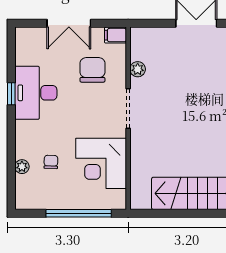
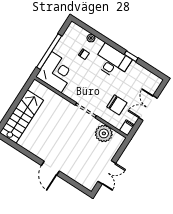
plant: (138, 69) -> (104, 133), width x1.88, depth x1.88
desk: (36, 93) -> (112, 62), moved
corner desk: (101, 163) -> (56, 72), moved, turned 90

